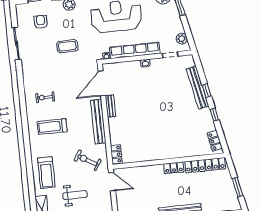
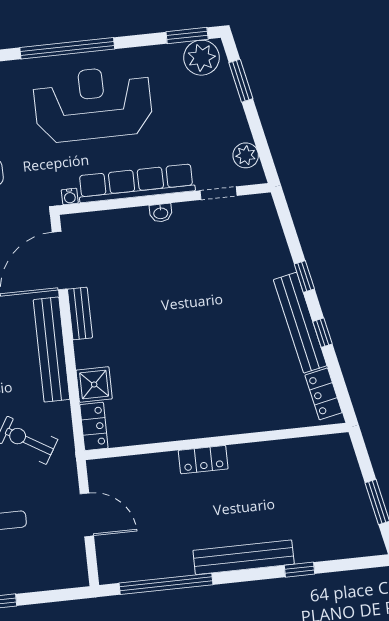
bench: (197, 87) -> (300, 323), moved
shower: (116, 136) -> (94, 384), added
locker: (205, 165) -> (301, 451), removed
locker: (174, 168) -> (203, 460), moved
door: (112, 182) -> (87, 515), moved

